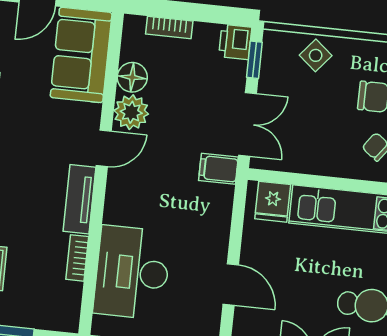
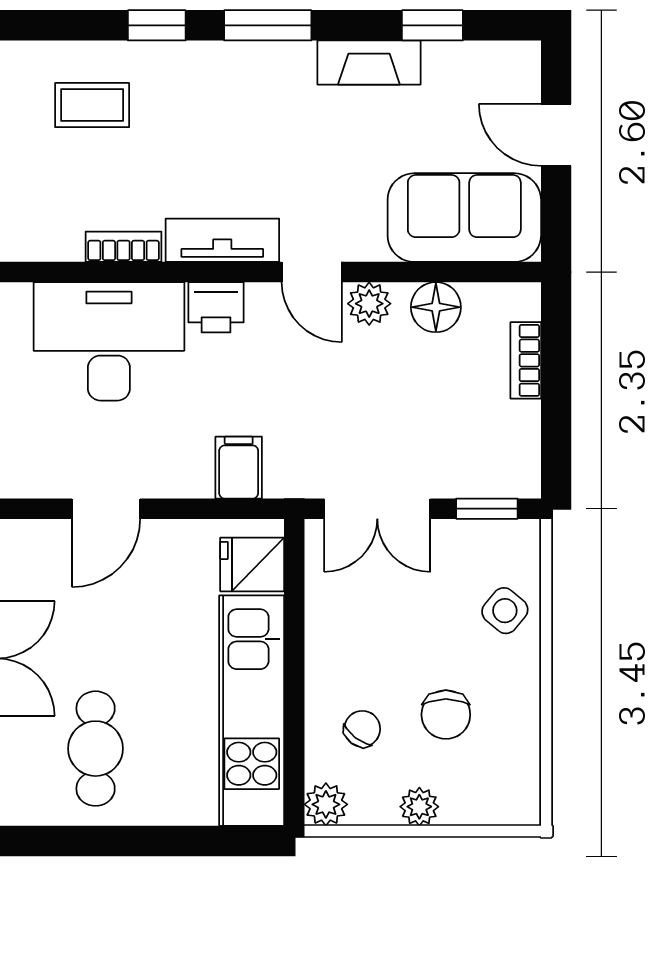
printer: (235, 42) -> (216, 307), moved, turned 180
plant: (131, 112) -> (369, 304), width x0.73, depth x0.73
filing cabinet: (218, 169) -> (239, 468), moved

